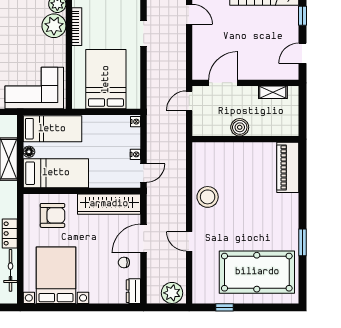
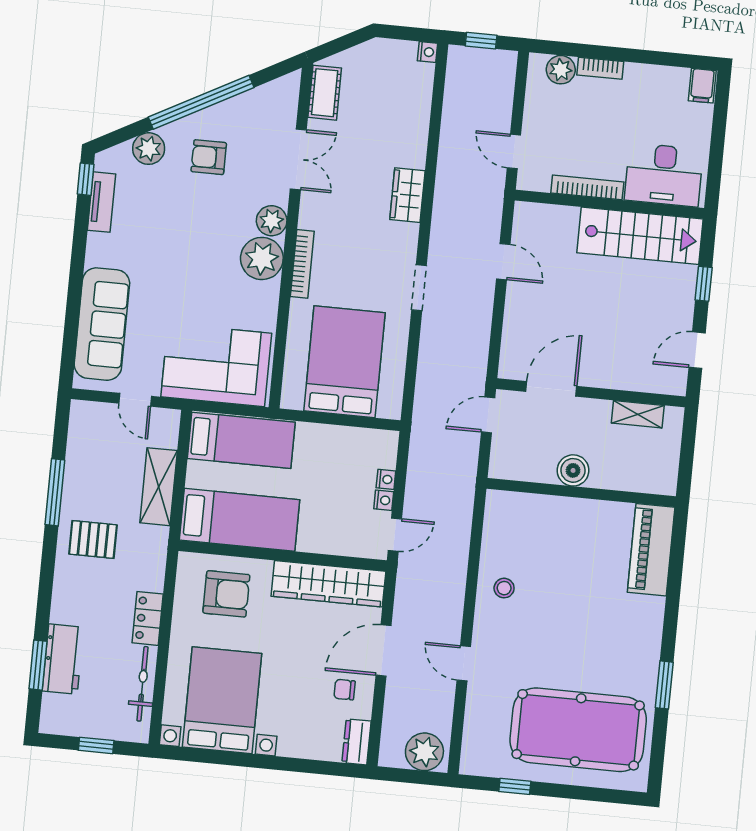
nightstand: (136, 122) -> (386, 479), moved
floor lamp: (29, 152) -> (196, 477), removed
stool: (208, 197) -> (504, 588), width x0.53, depth x0.53

